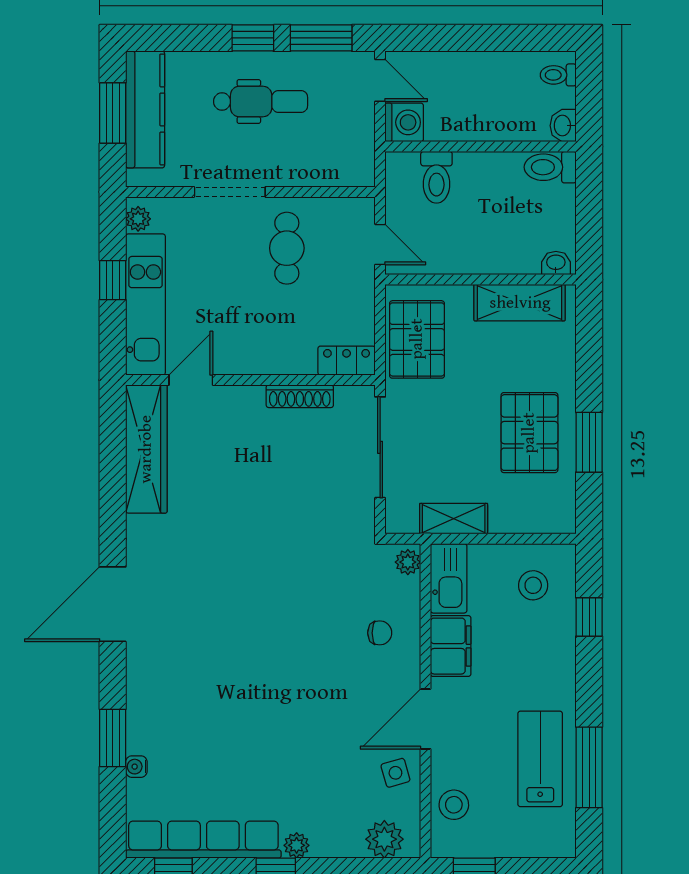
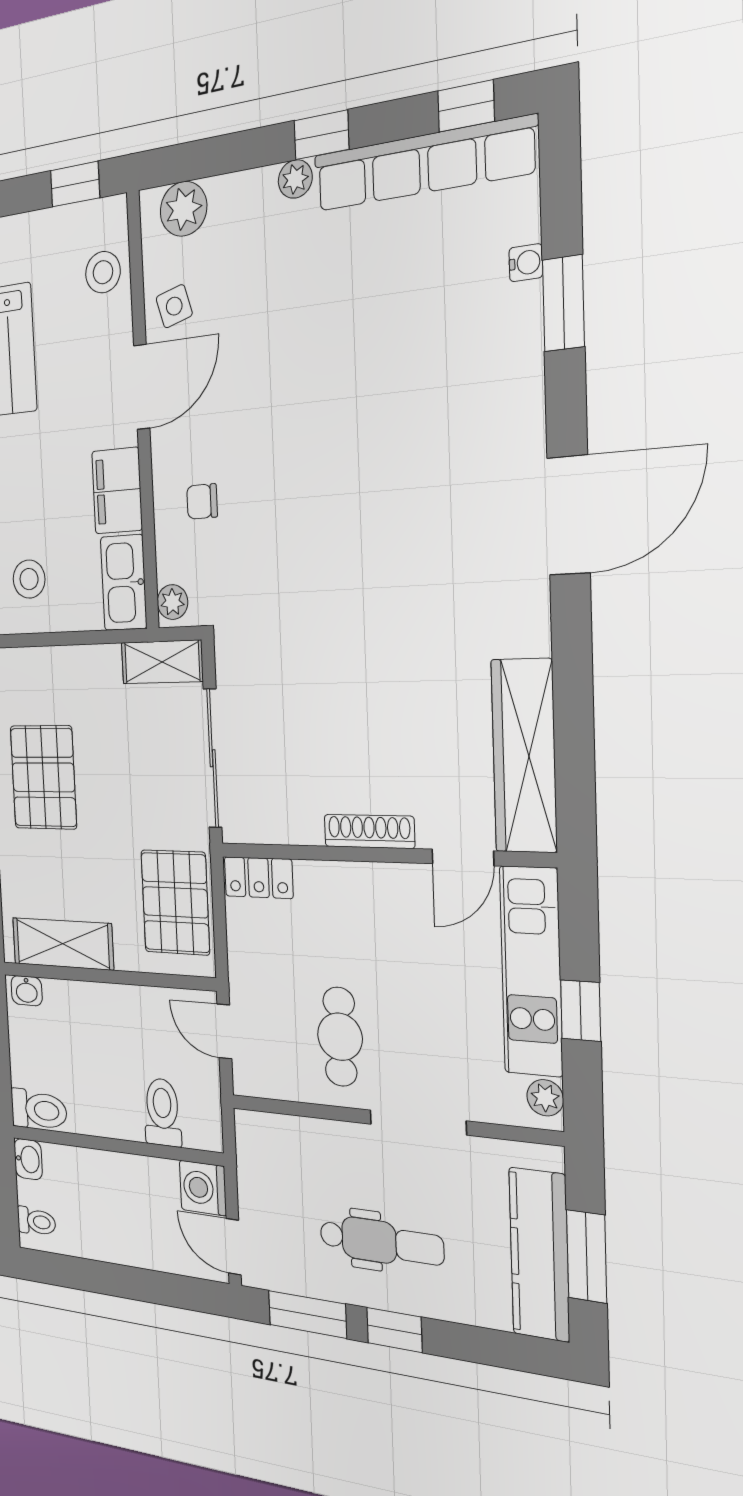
dental chair: (261, 101) -> (381, 1242), turned 180
shoe rack: (300, 396) -> (369, 831), moved
shelving: (454, 519) -> (162, 662), moved

